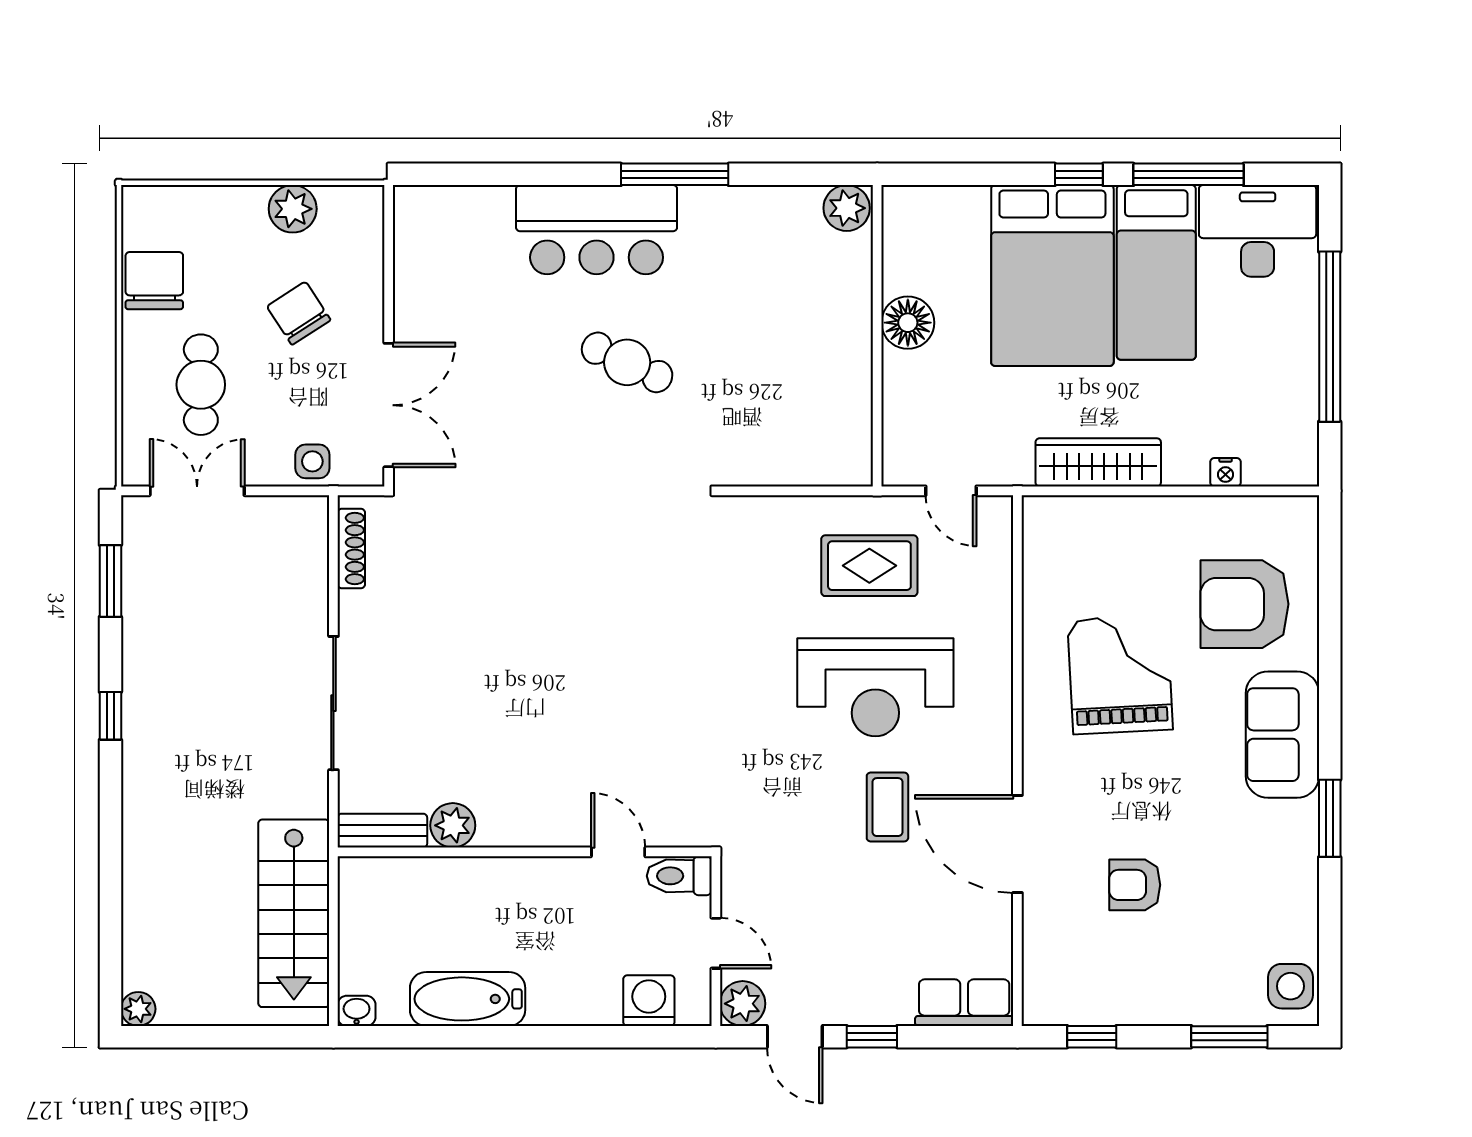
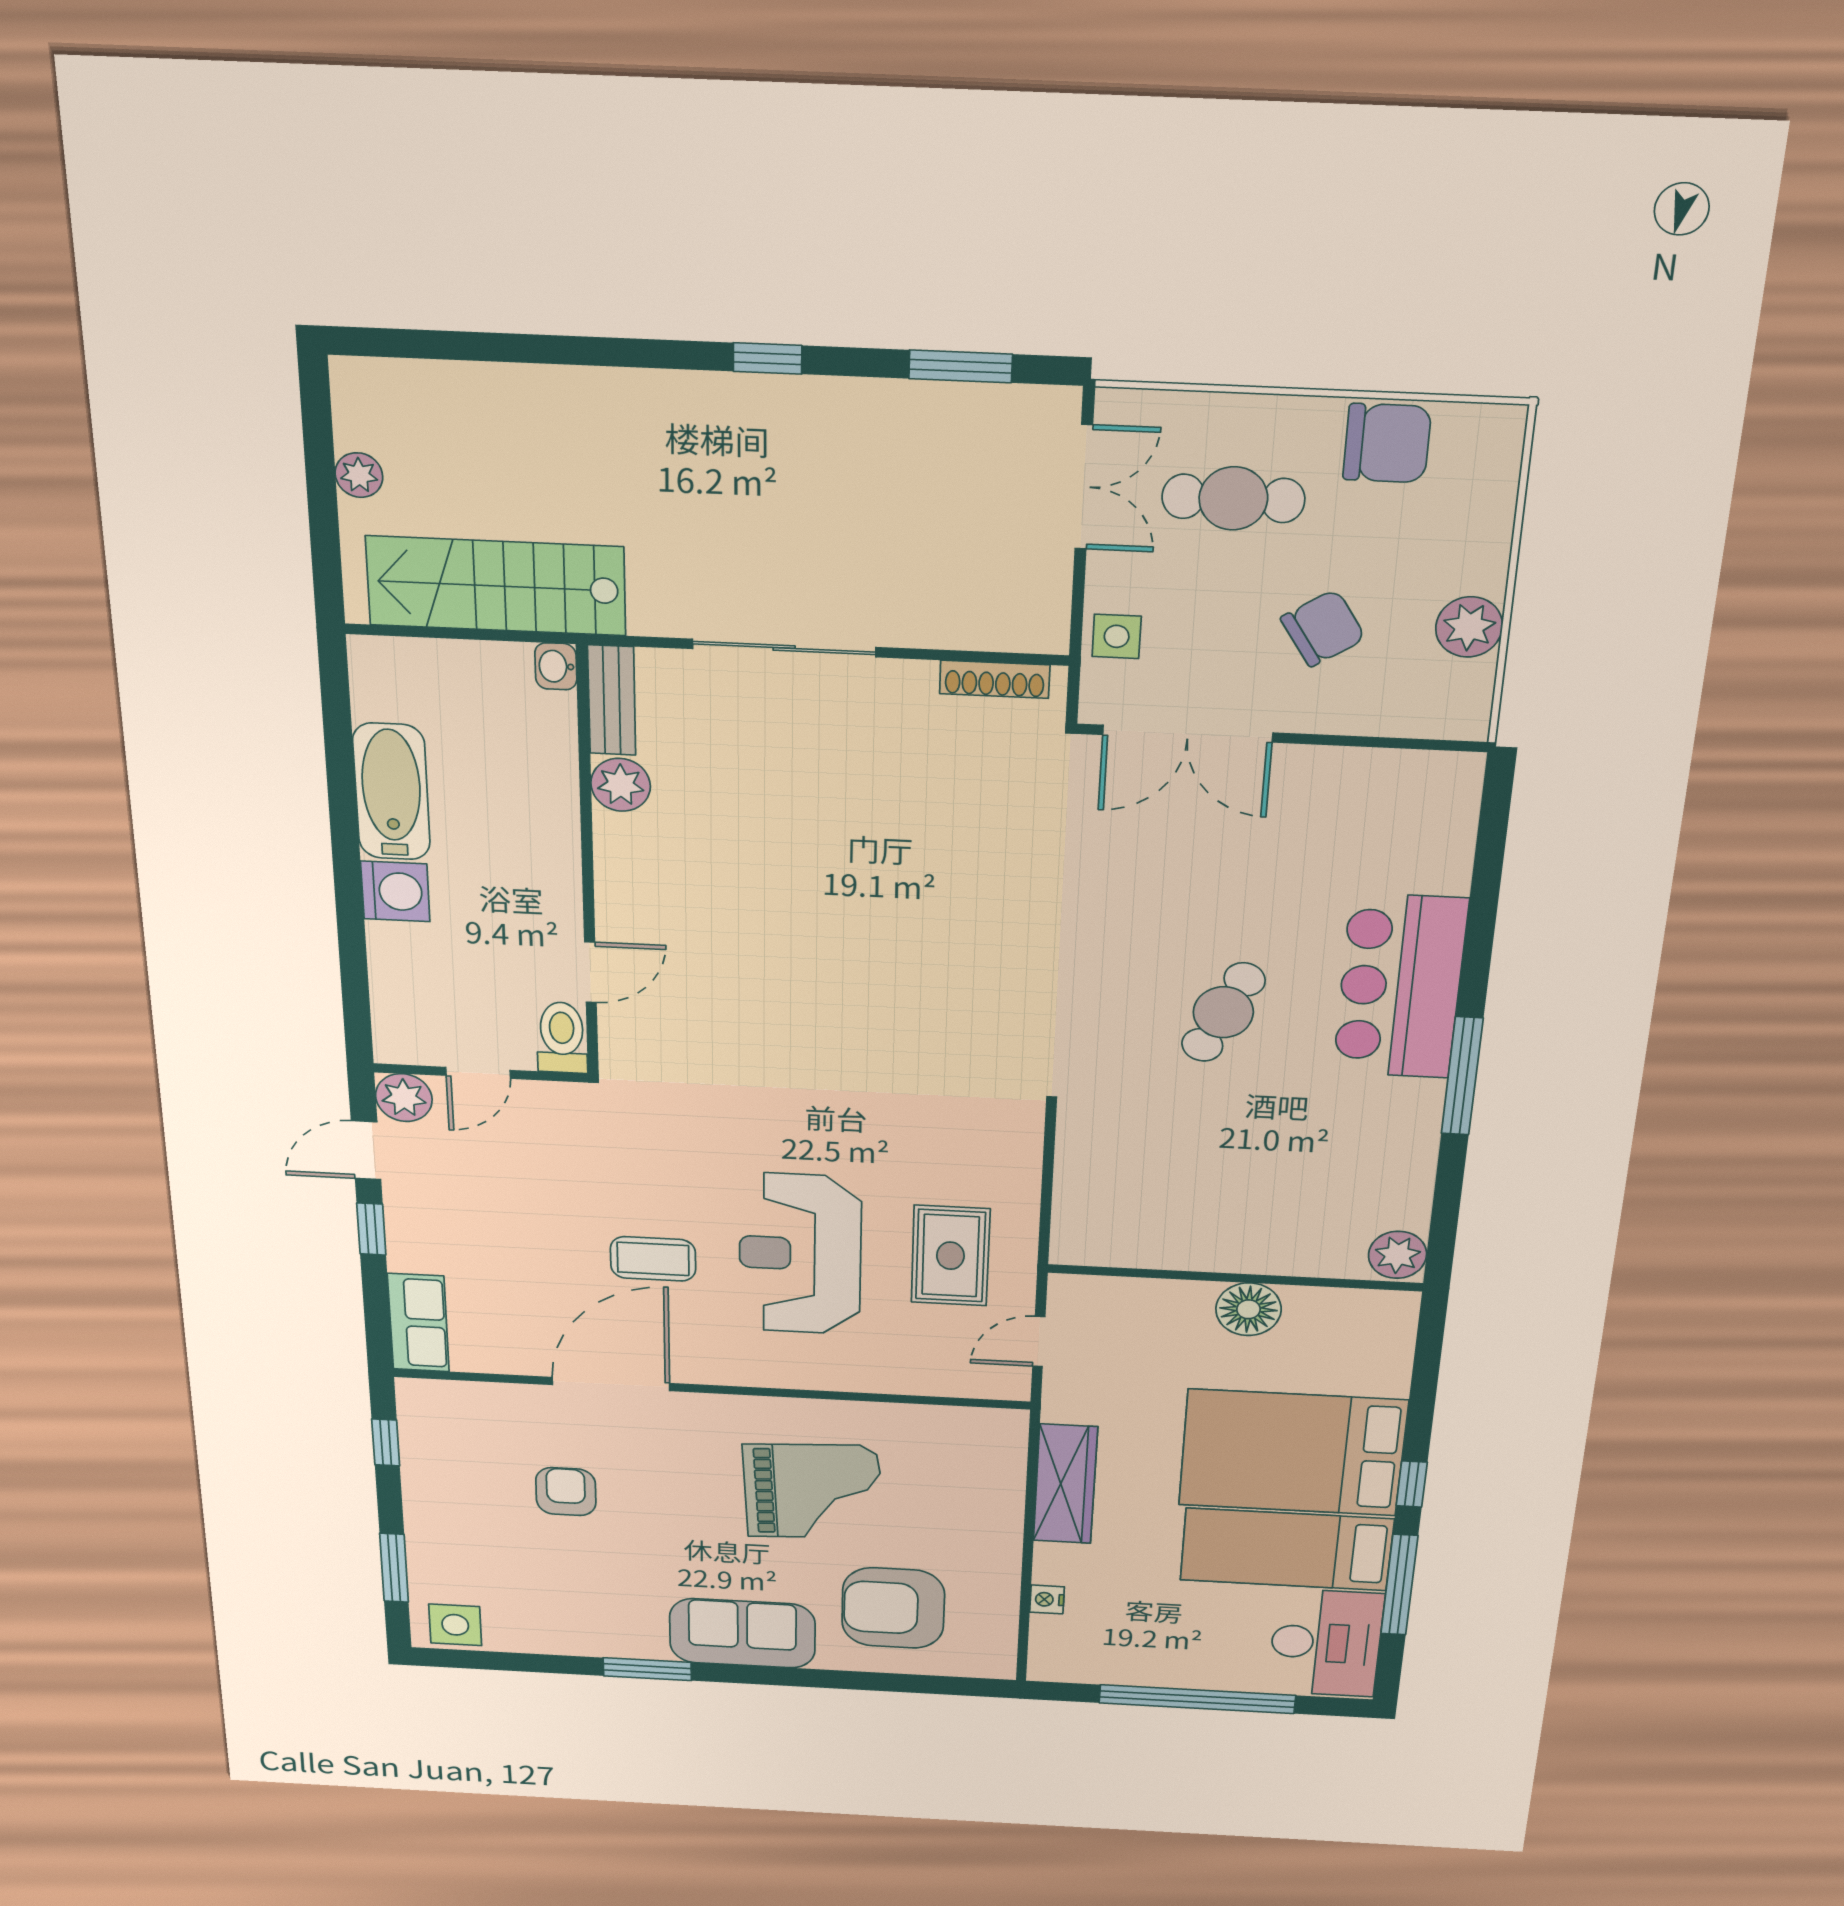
armchair: (1244, 604) -> (893, 1608), turned -90
washing machine: (649, 1001) -> (395, 891), moved
plant: (138, 1009) -> (359, 475), moved
washbasin: (357, 1011) -> (556, 666), moved, turned 180

